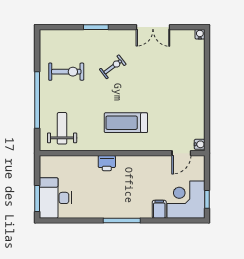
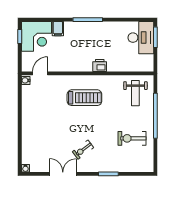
exercise bike: (113, 67) -> (83, 150), moved

